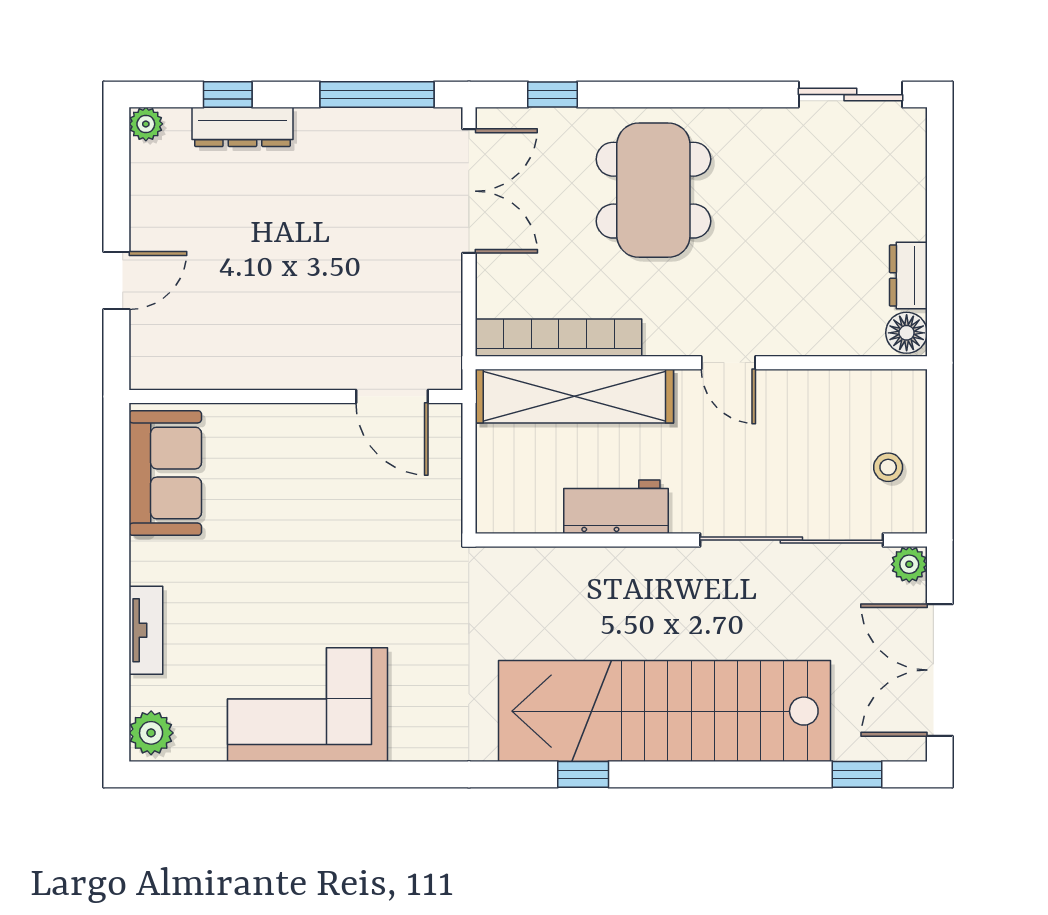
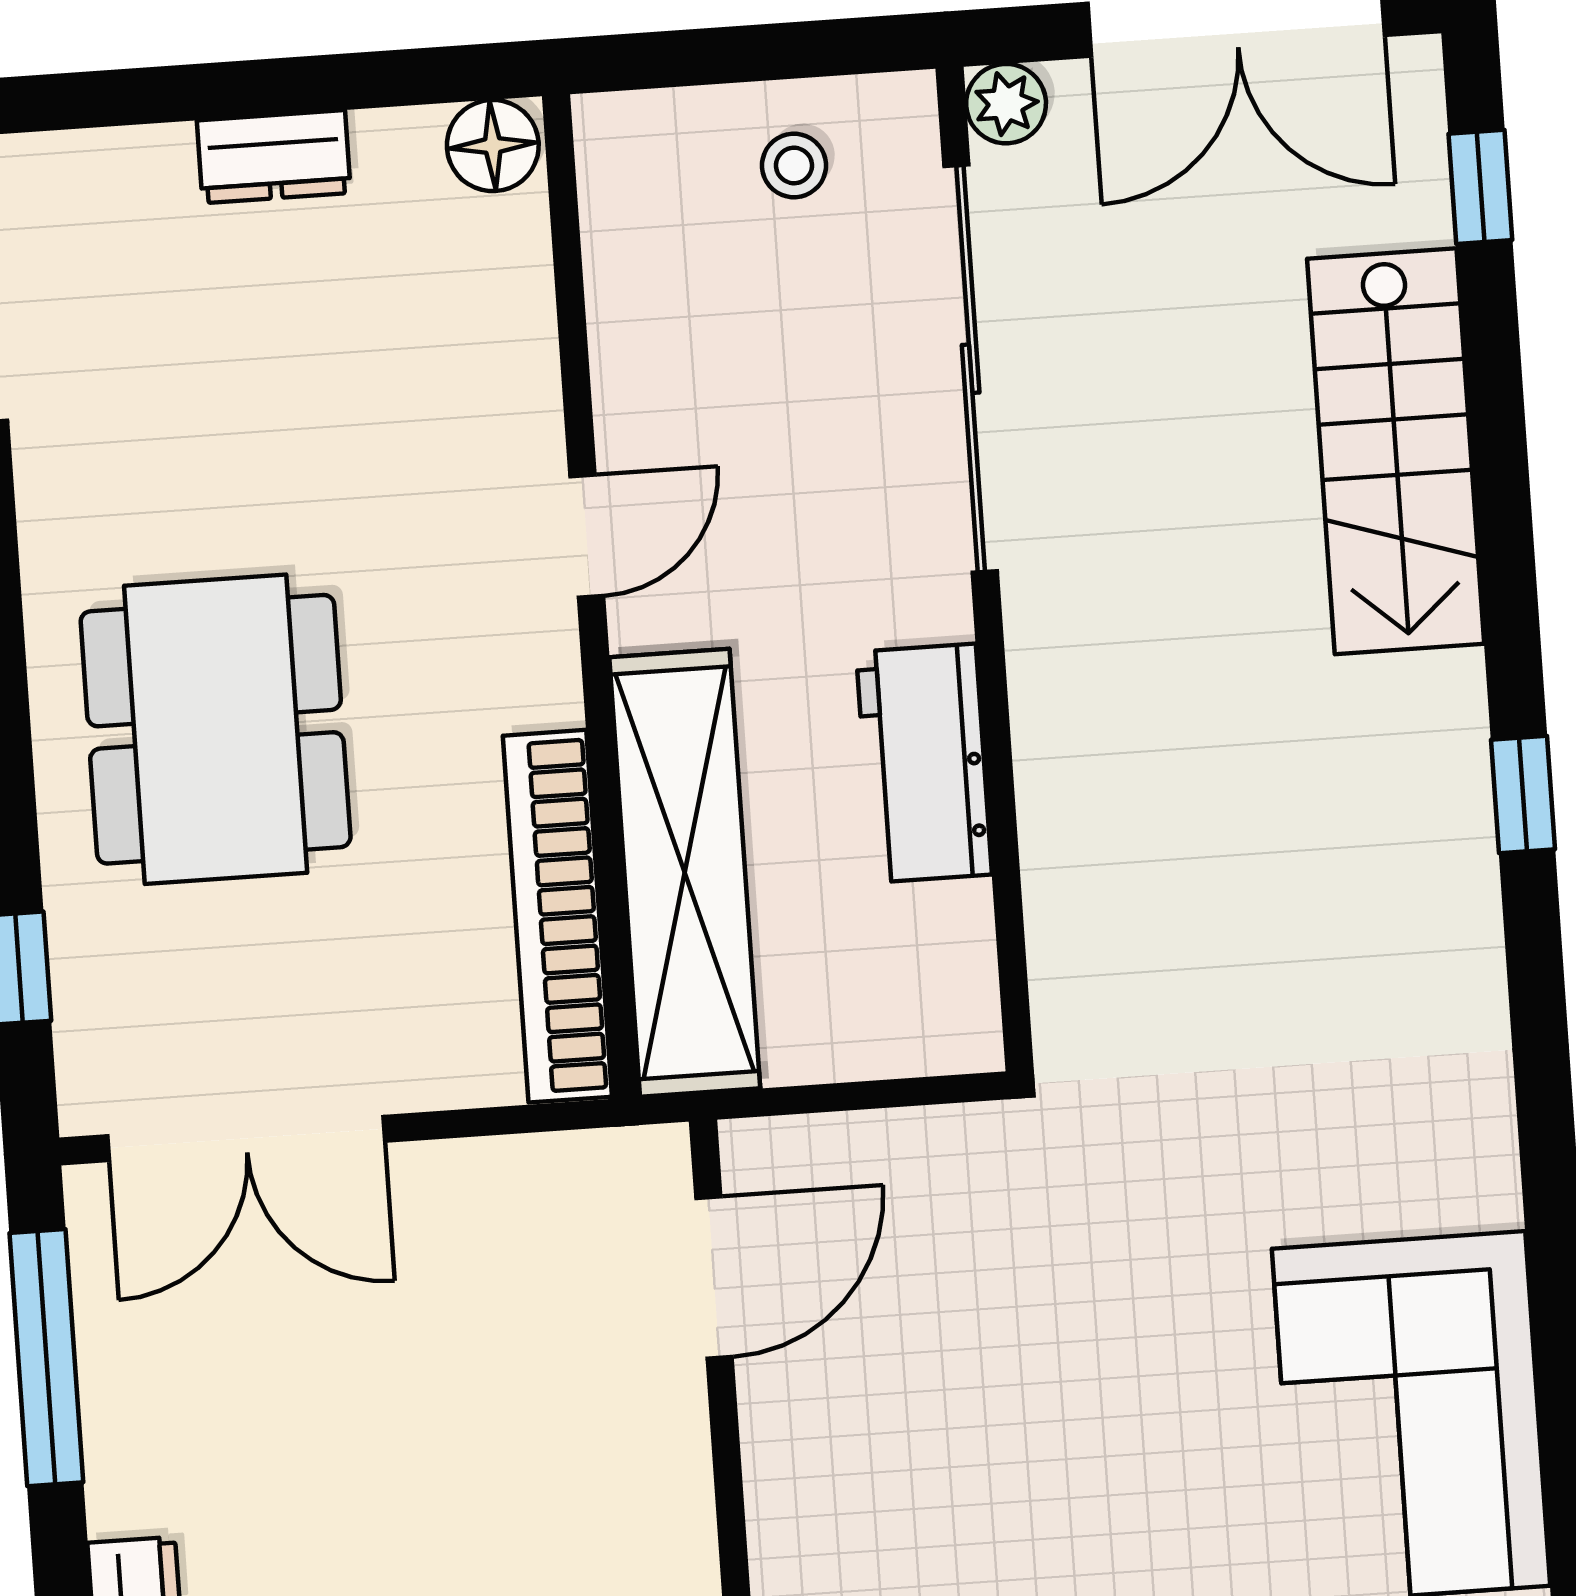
dining table: (653, 190) -> (216, 729), turned 90
double door: (469, 191) -> (246, 1139), swing flipped
dresser: (908, 275) -> (274, 157), moved
stairs: (664, 711) -> (1396, 451), width x0.54, depth x0.66

